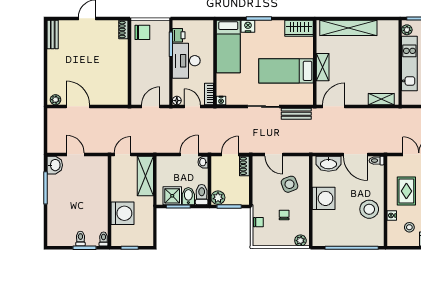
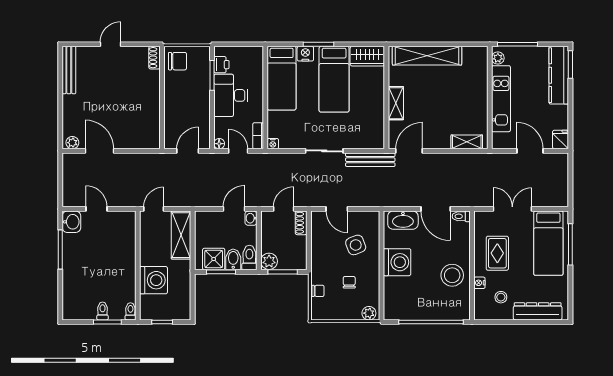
bench: (53, 35) -> (69, 70), width x1.36
bed: (286, 71) -> (334, 79), moved, turned -90
bench: (296, 114) -> (370, 160), width x1.36

